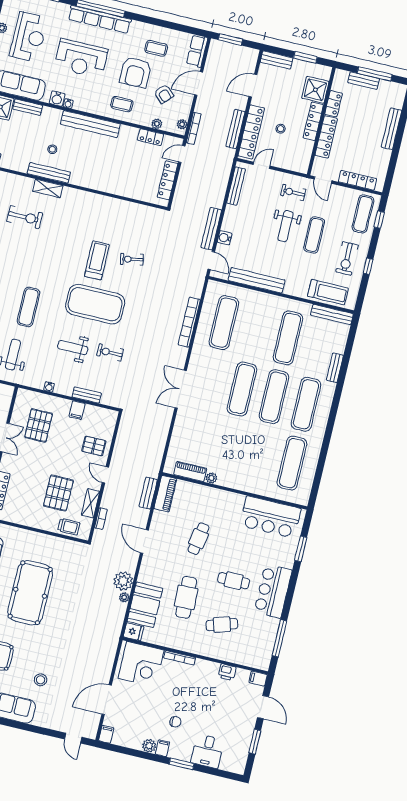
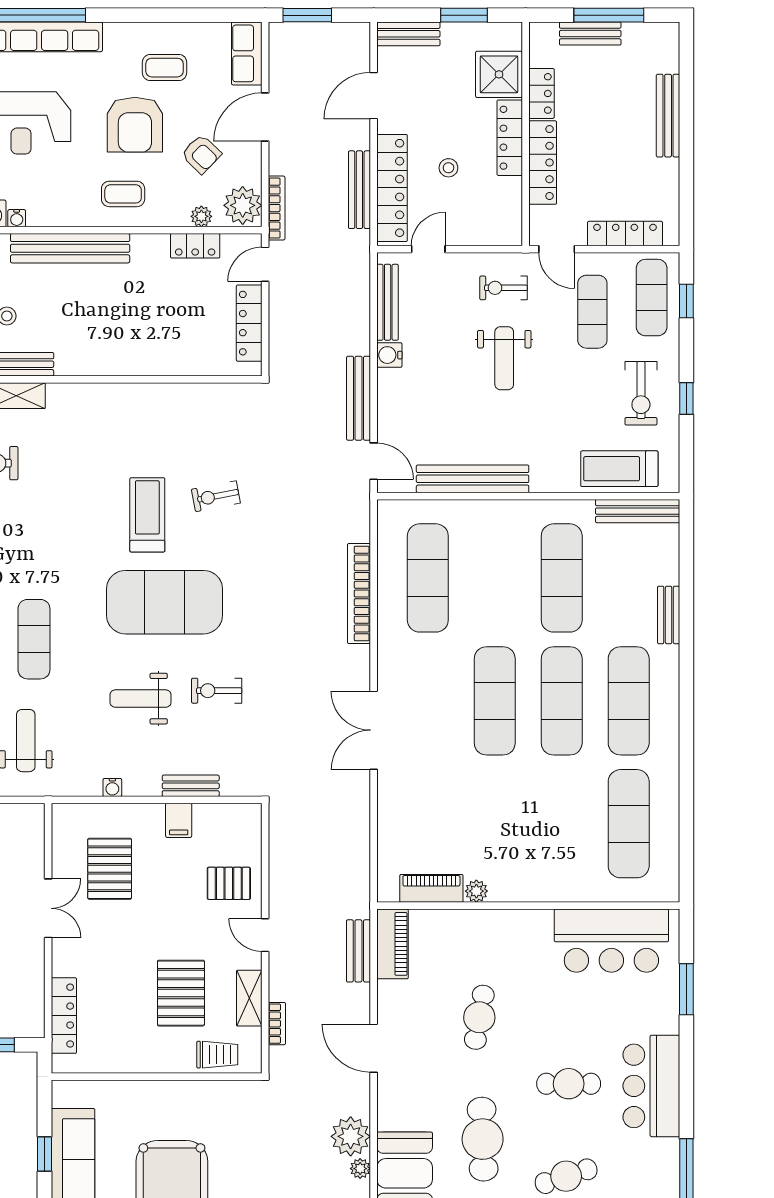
plant: (182, 124) -> (243, 205), width x1.88, depth x1.88
exercise mat: (314, 235) -> (592, 312), moved
water cooler: (225, 238) -> (389, 355), moved
treadmill: (328, 292) -> (619, 469), turned 180

